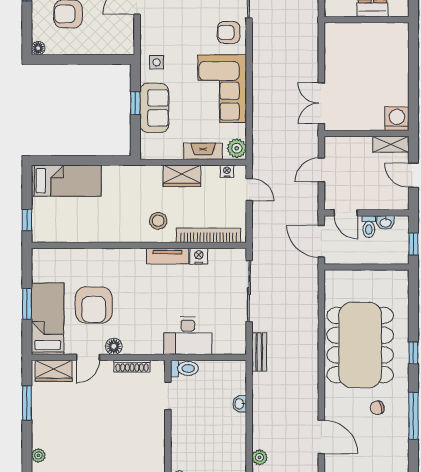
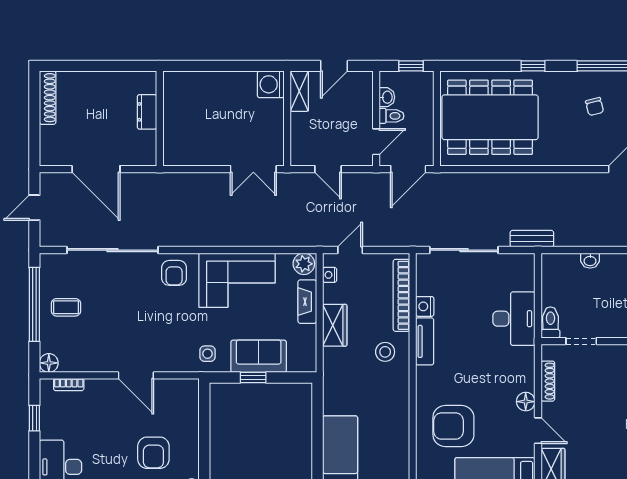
armchair: (94, 305) -> (453, 426), moved, turned 180
dining table: (360, 345) -> (490, 117), moved

